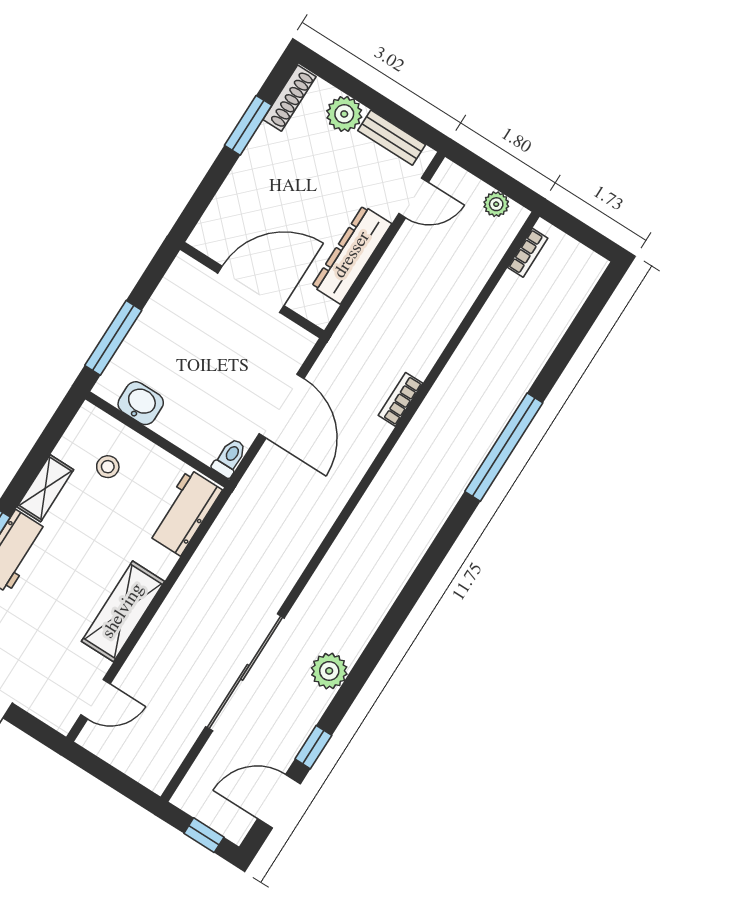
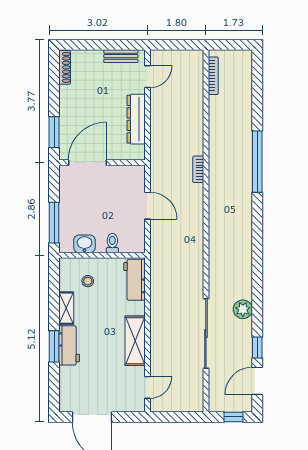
plant: (344, 114) -> (93, 59), removed
window: (248, 125) -> (54, 132), moved
plant: (496, 204) -> (186, 56), removed
bookcase: (528, 253) -> (213, 76), width x1.56
door: (251, 289) -> (87, 163), moved
door: (281, 406) -> (147, 206), width x0.73
toilet: (230, 458) -> (112, 243), moved

